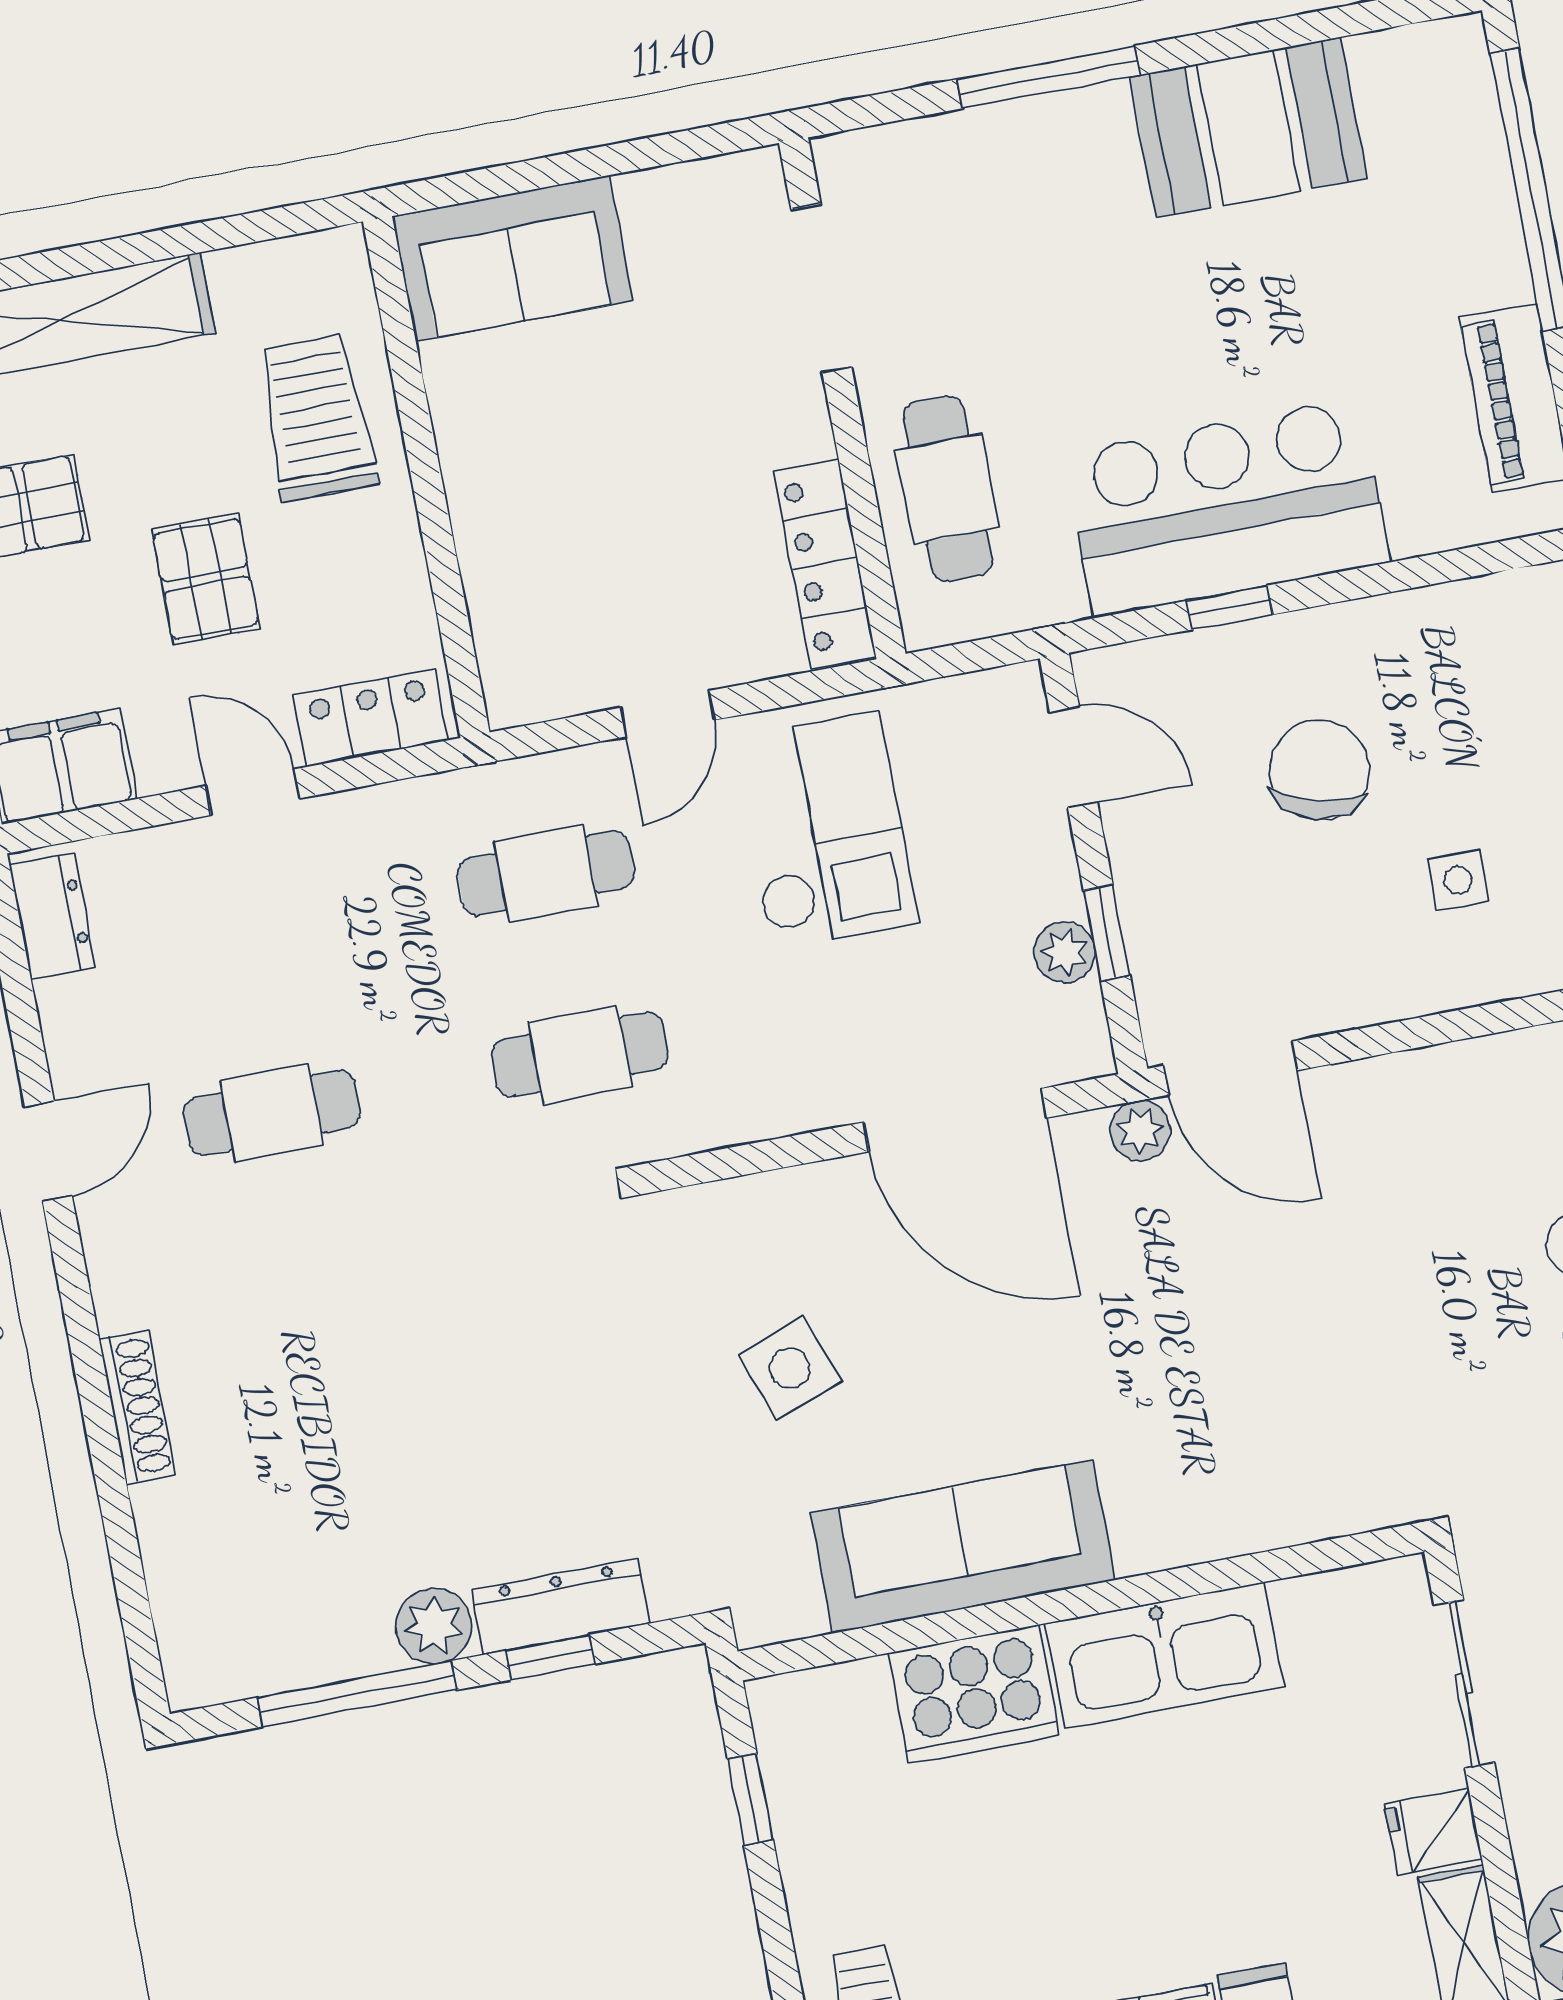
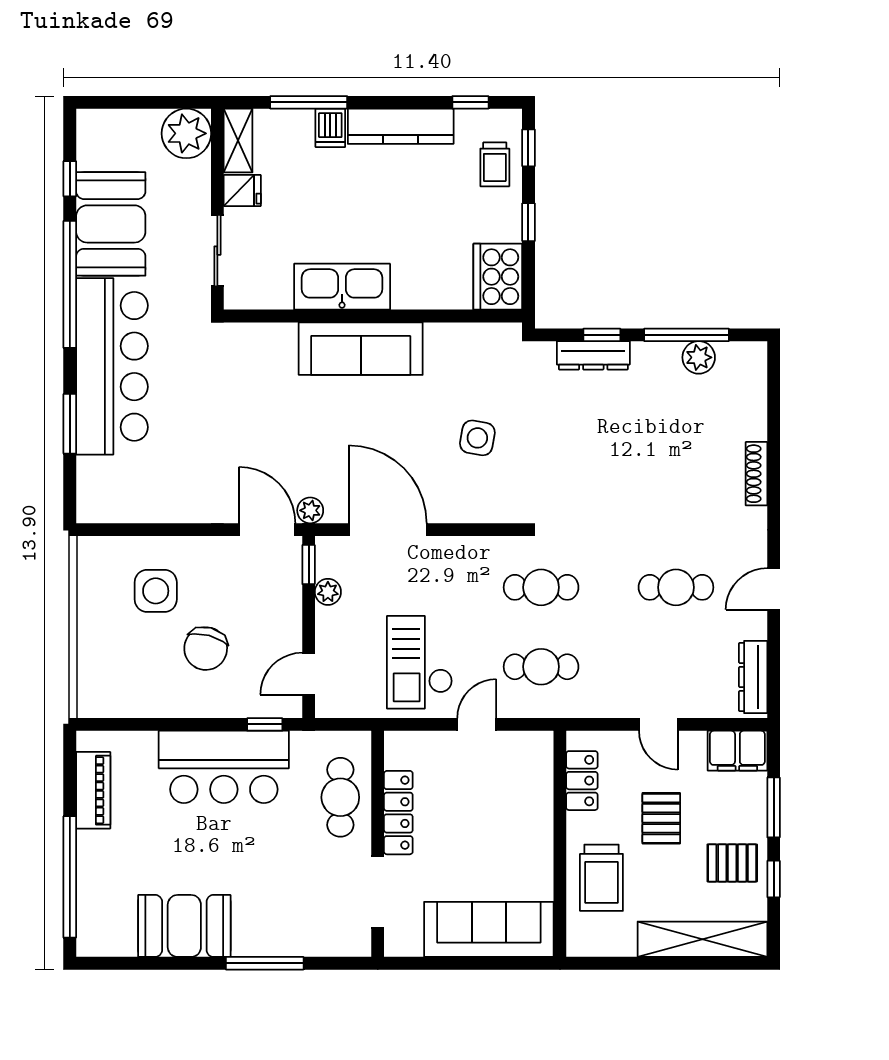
sofa: (512, 258) -> (489, 929), width x1.36
locker: (825, 564) -> (398, 813), moved
window: (1230, 608) -> (265, 724), moved
locker: (371, 718) -> (582, 781), moved, turned -90
door: (1074, 757) -> (309, 674), hinge flipped
side table: (1458, 880) -> (156, 591), width x1.87, depth x1.87
dresser: (52, 916) -> (753, 677), width x1.44
window: (1107, 933) -> (309, 565), moved
side table: (790, 1368) -> (477, 438), turned 30
sofa: (963, 1547) -> (361, 349), moved
plant: (434, 1626) -> (699, 357), moved
cooker: (974, 1694) -> (498, 277), moved, turned -90
window: (750, 1799) -> (528, 222), moved

